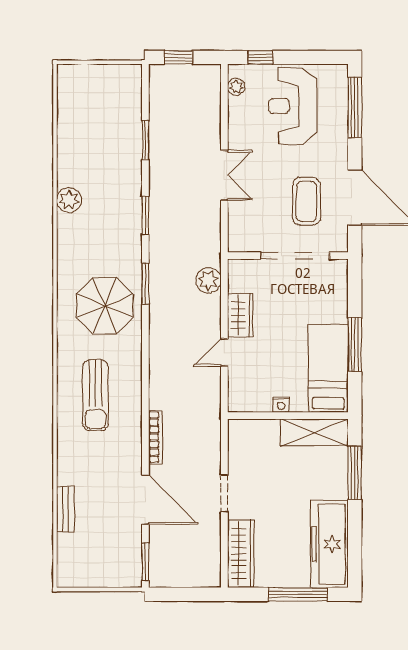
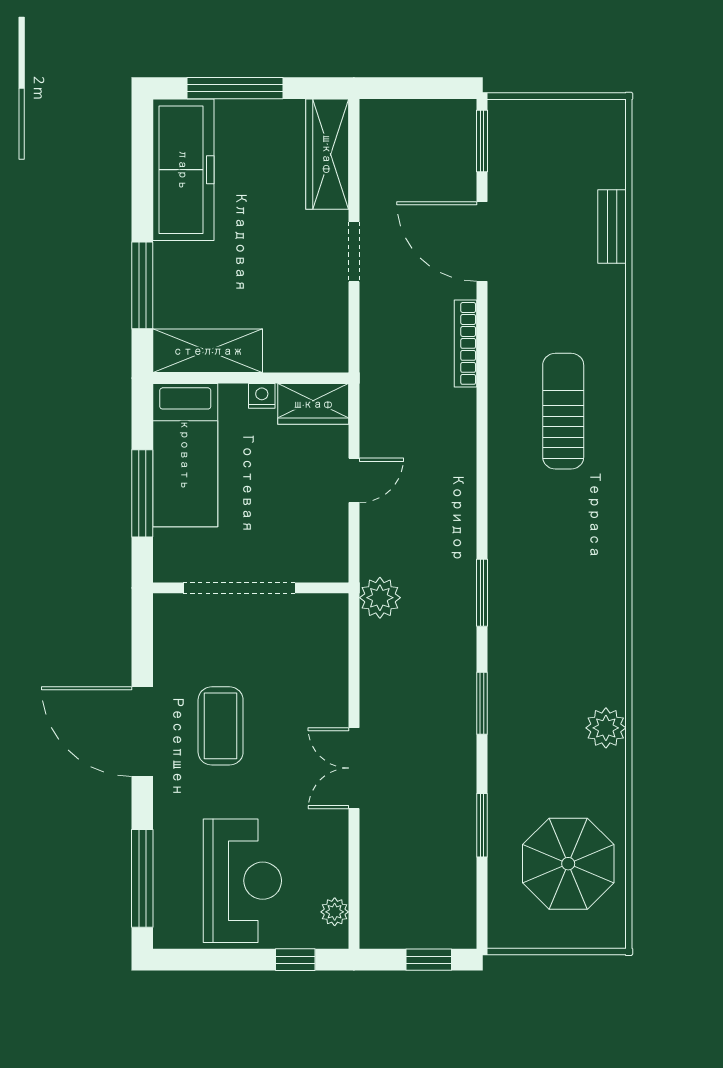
wall: (288, 256) -> (251, 588), moved
doorway: (295, 256) -> (239, 588), moved
parasol: (105, 306) -> (568, 864), moved
wardrobe: (240, 315) -> (313, 404), moved, turned -90

